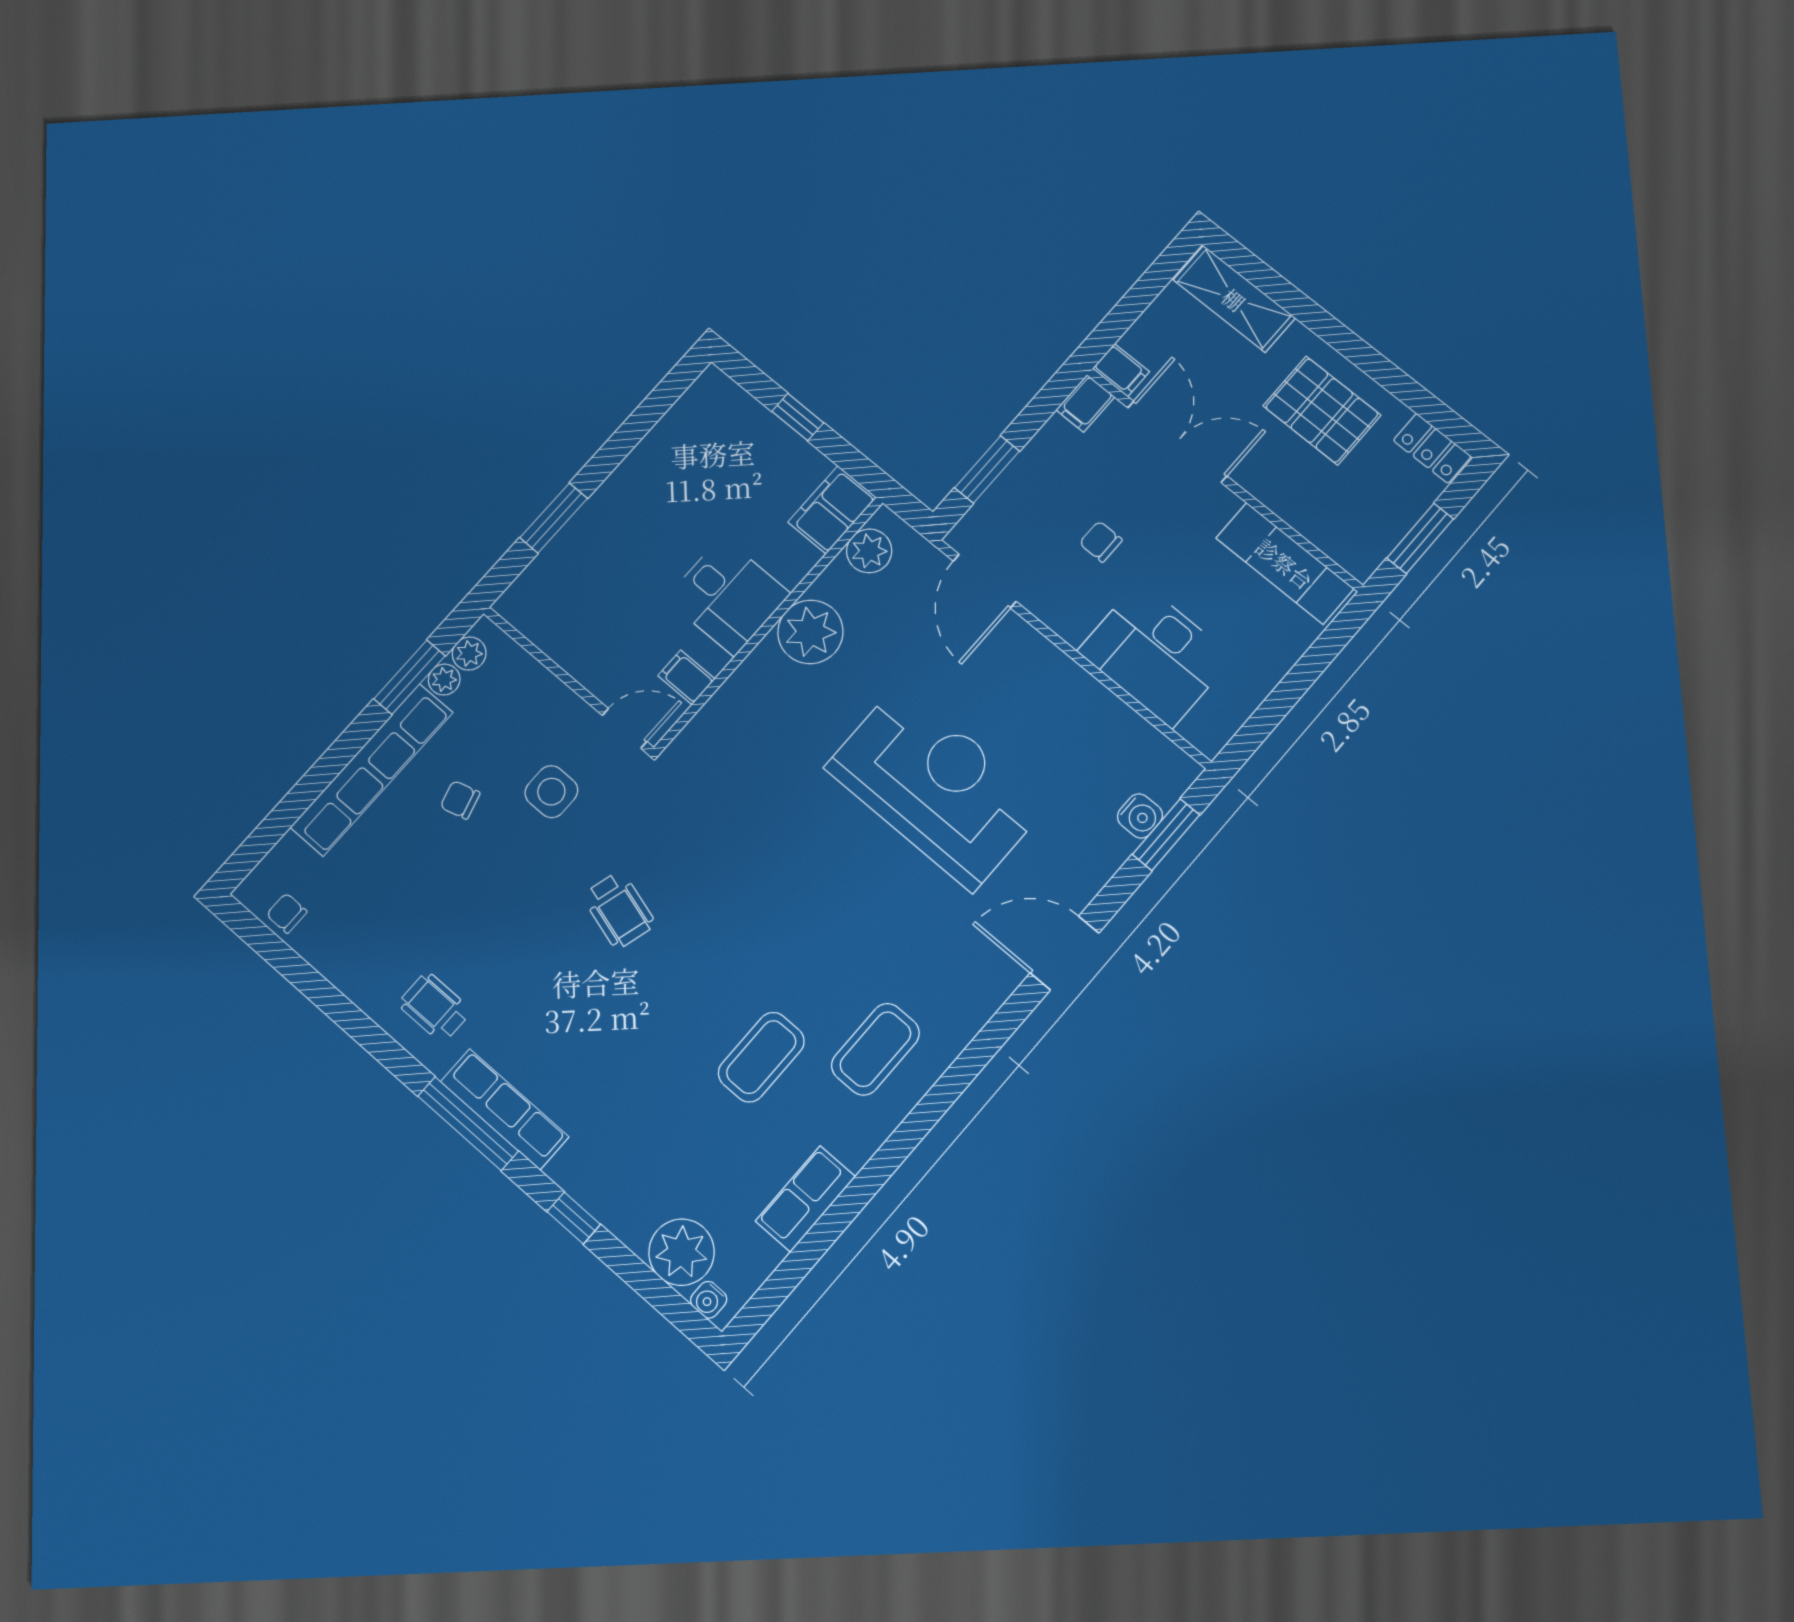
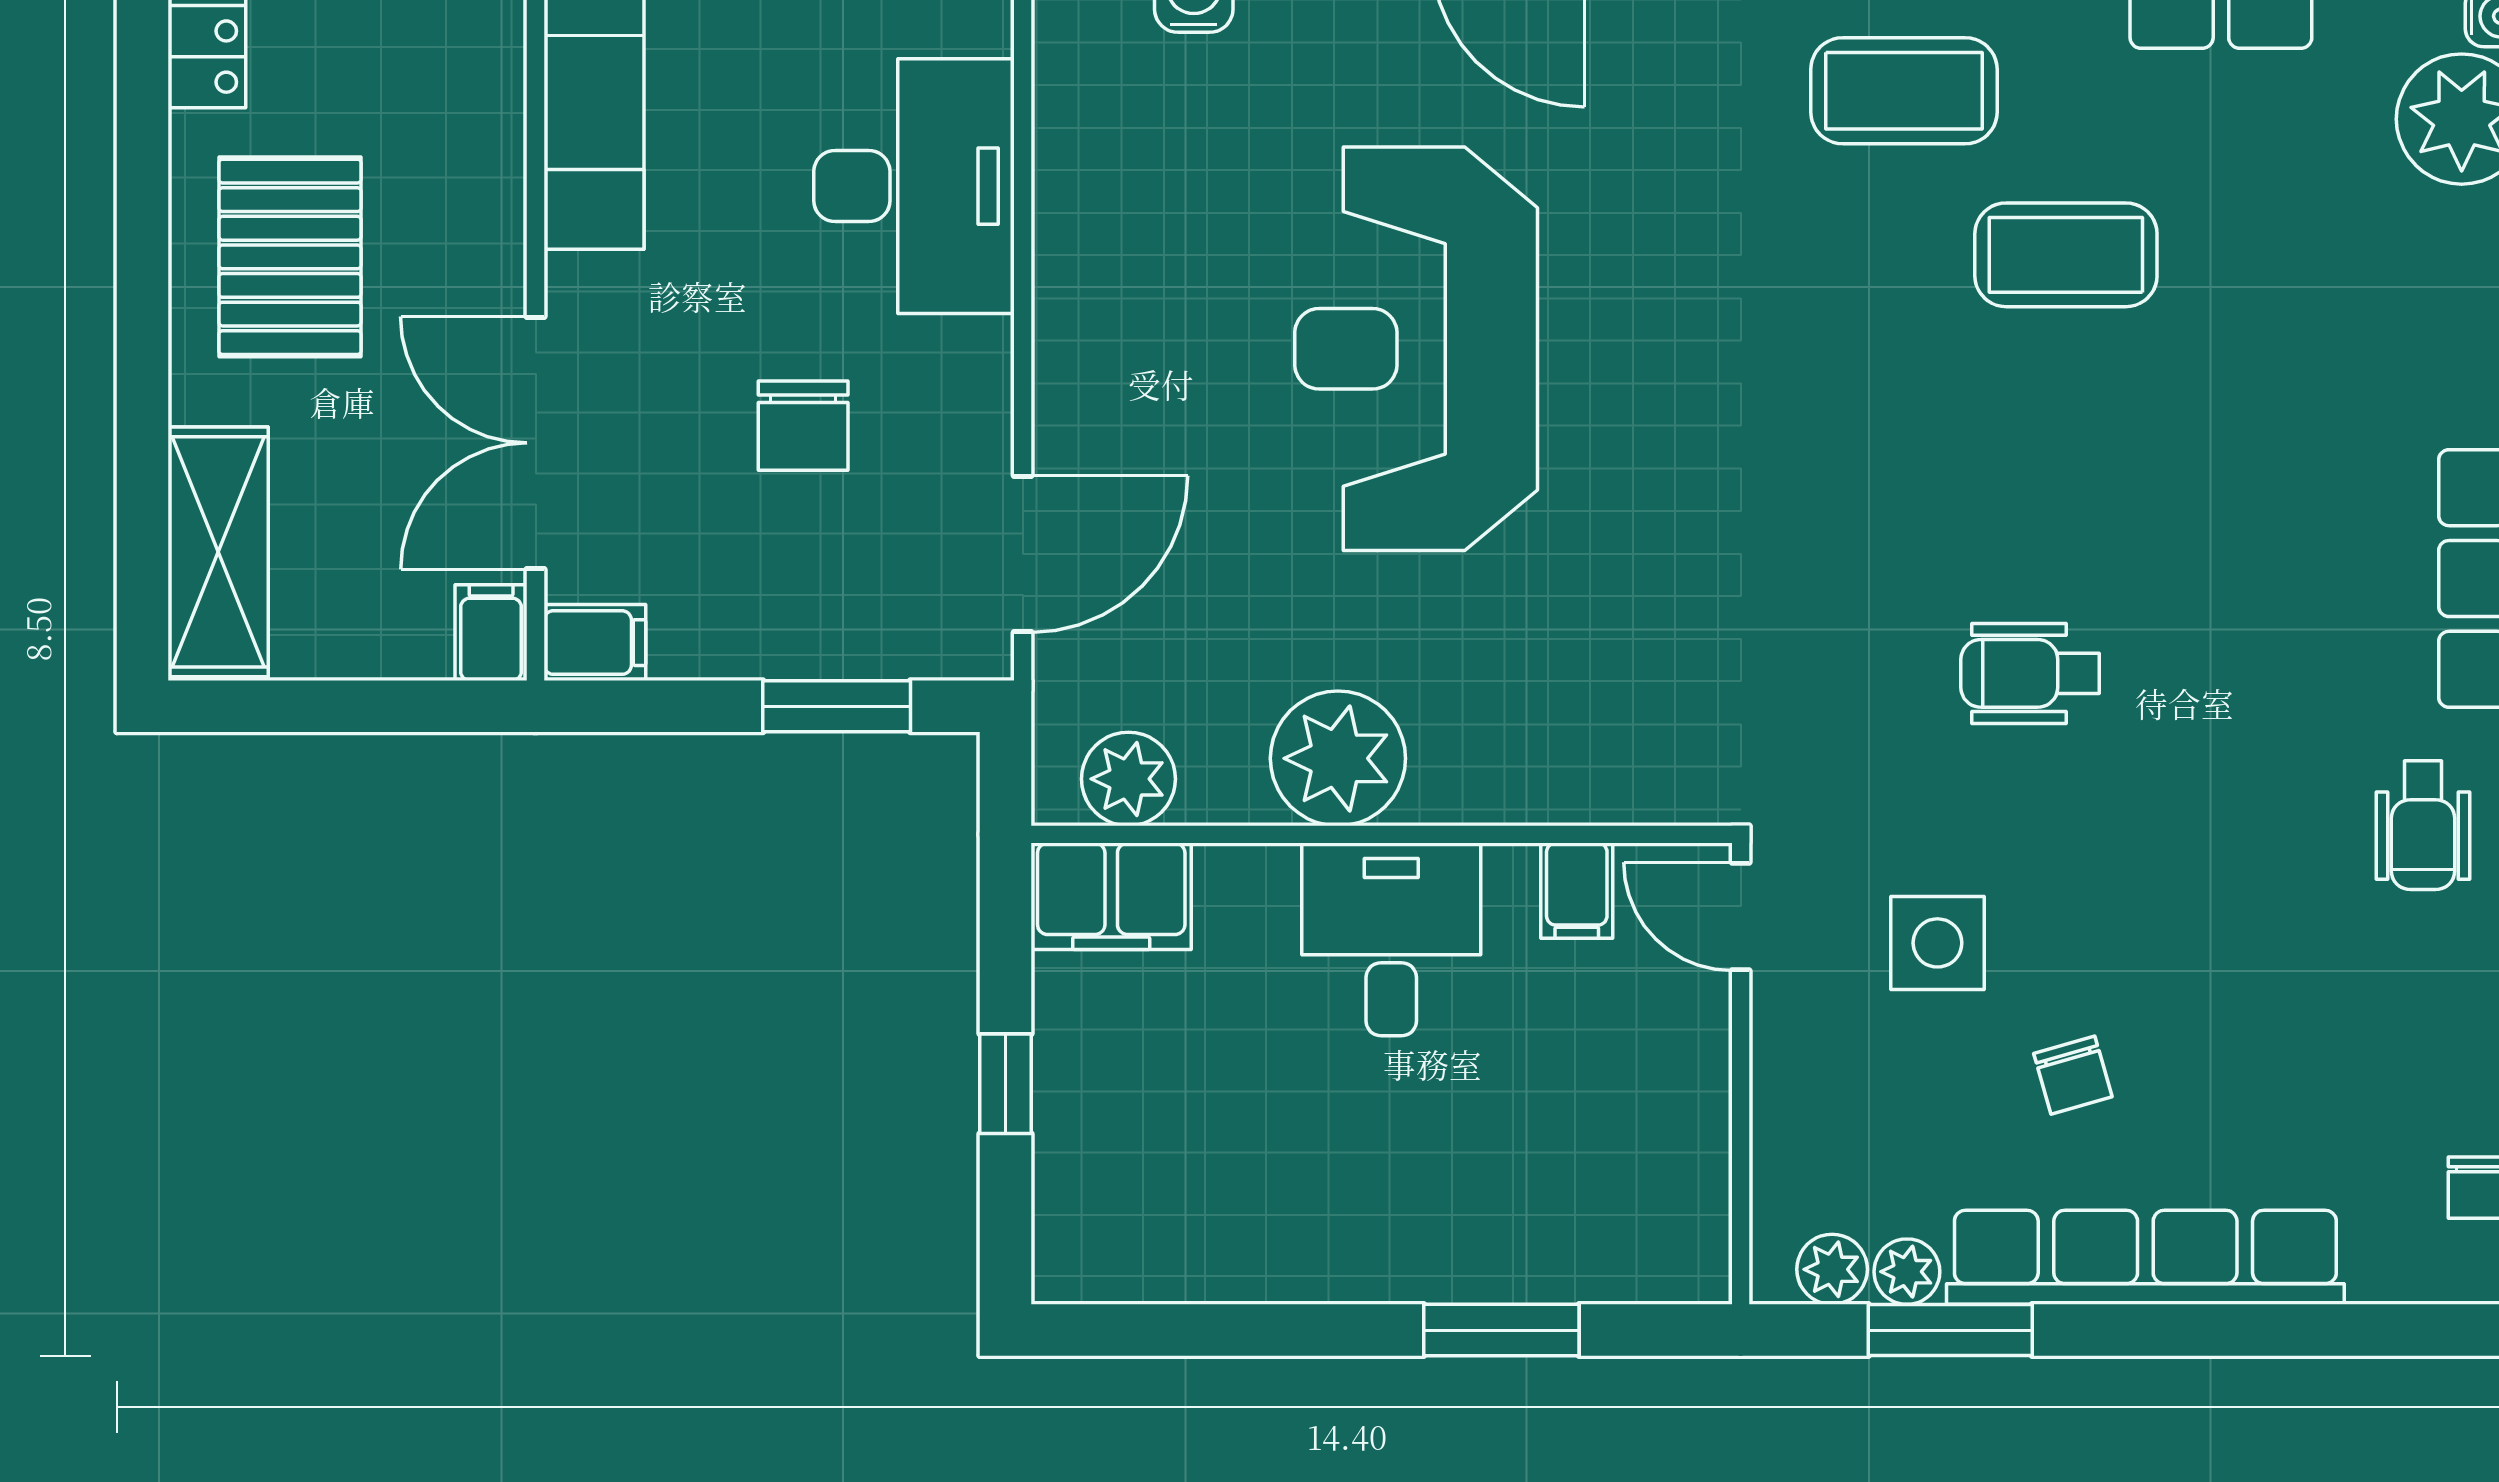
chair: (1101, 542) -> (803, 426), width x1.37, depth x1.37
wheelchair: (619, 910) -> (2030, 673), turned -106

